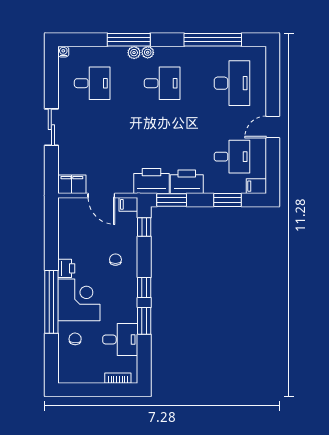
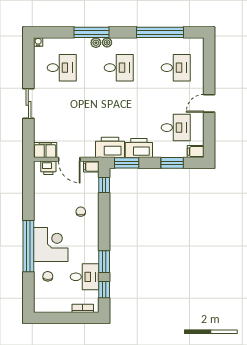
desk: (232, 83) -> (176, 68), width x0.73
printer: (66, 268) -> (48, 168), moved, turned 90
window: (144, 288) -> (104, 290), moved

